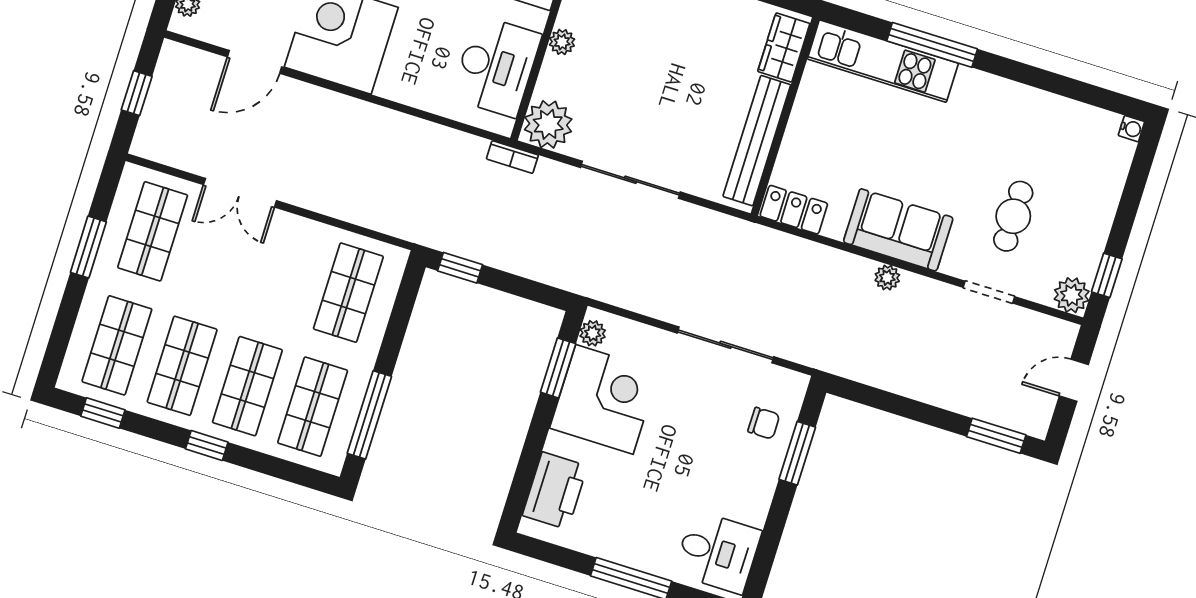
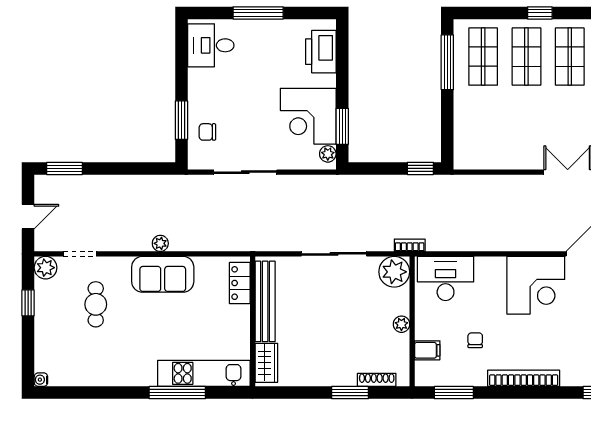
desk: (496, 66) -> (446, 278), moved, turned 90
locker: (794, 210) -> (240, 283), moved, turned 90
window: (1107, 275) -> (28, 303), moved
doorway: (989, 292) -> (80, 254), moved
shop shelf: (348, 293) -> (483, 132), removed

